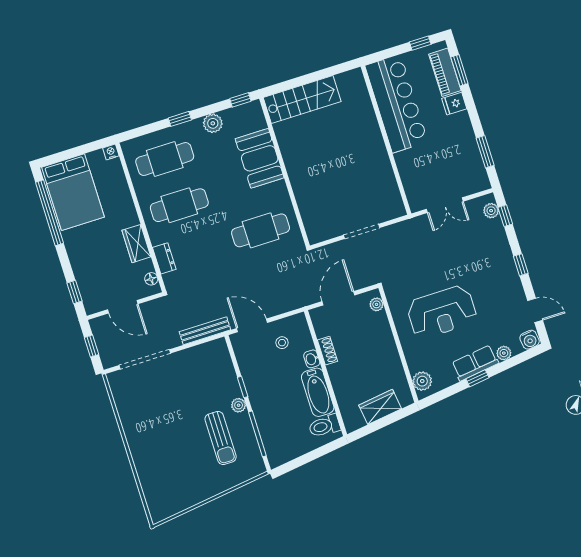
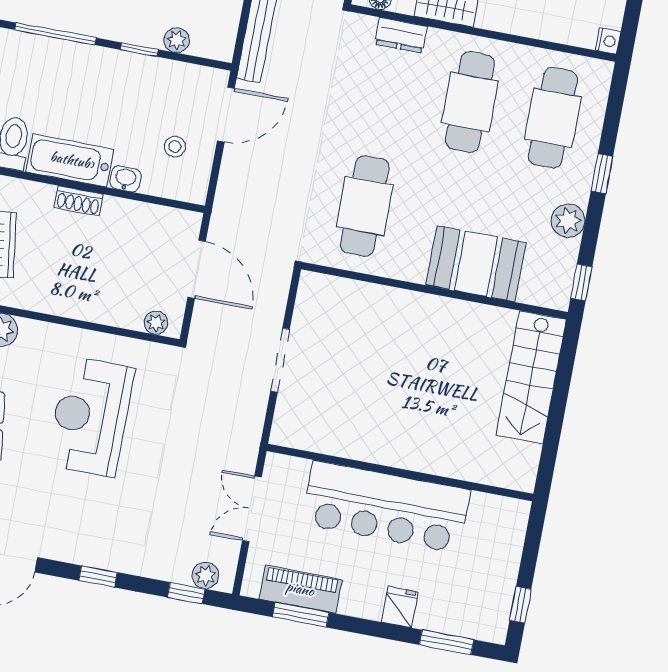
piano: (445, 72) -> (300, 589), moved
bar counter: (396, 104) -> (386, 507), moved
shoe rack: (327, 351) -> (78, 201), moved
plant: (239, 405) -> (177, 40), moved

